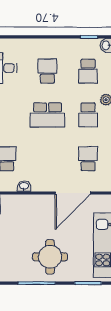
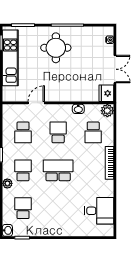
school desk: (47, 71) -> (58, 132), moved, turned 180
door: (73, 193) -> (36, 103), width x0.53

